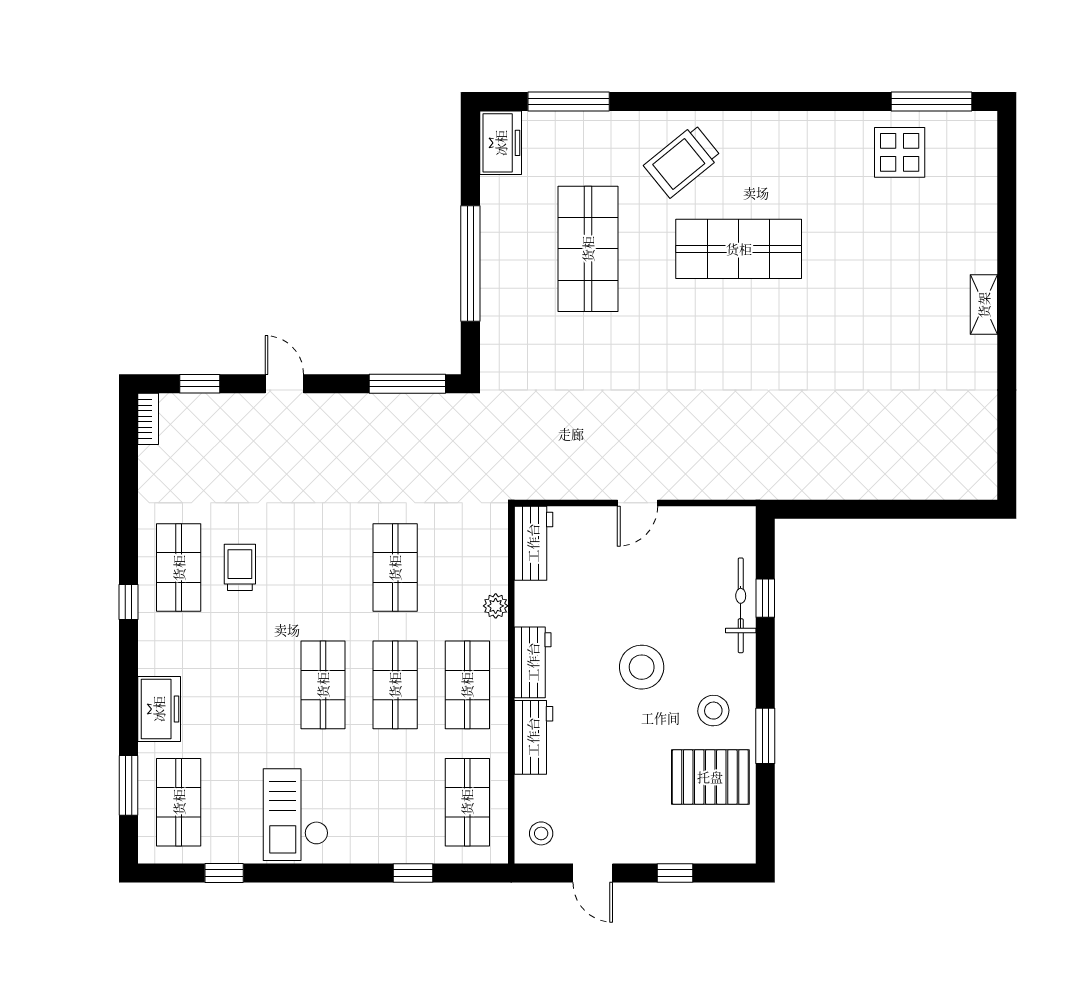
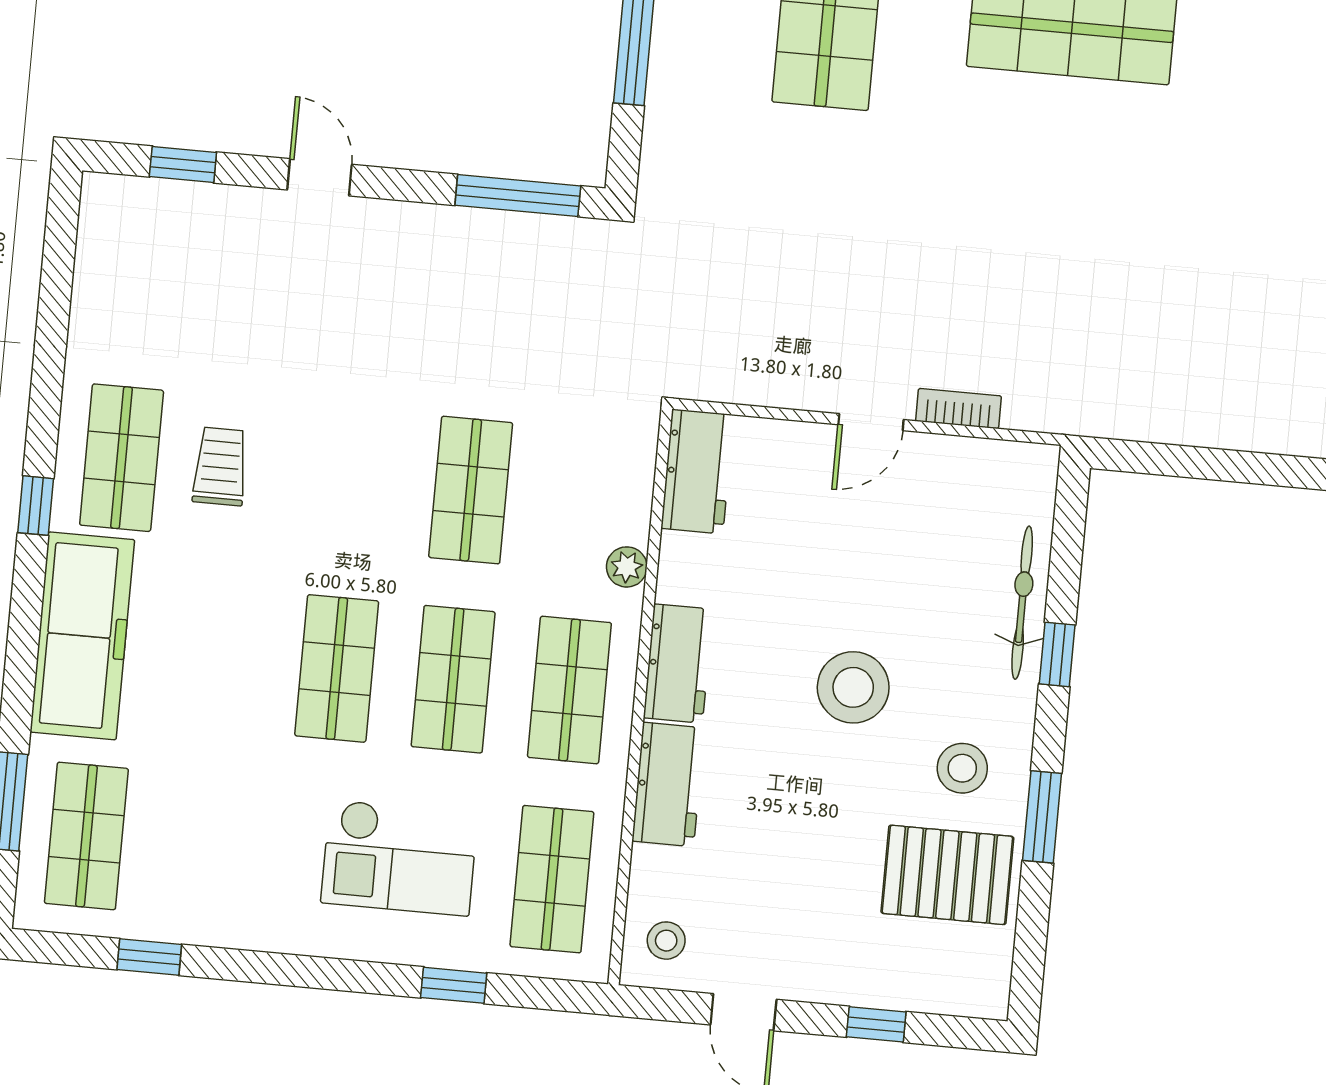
bookcase: (148, 419) -> (958, 408), moved, turned -90
window: (765, 598) -> (1057, 654), moved
freezer: (159, 709) -> (82, 636), width x1.91, depth x1.26
checkout: (296, 815) -> (399, 858), moved, turned -90

